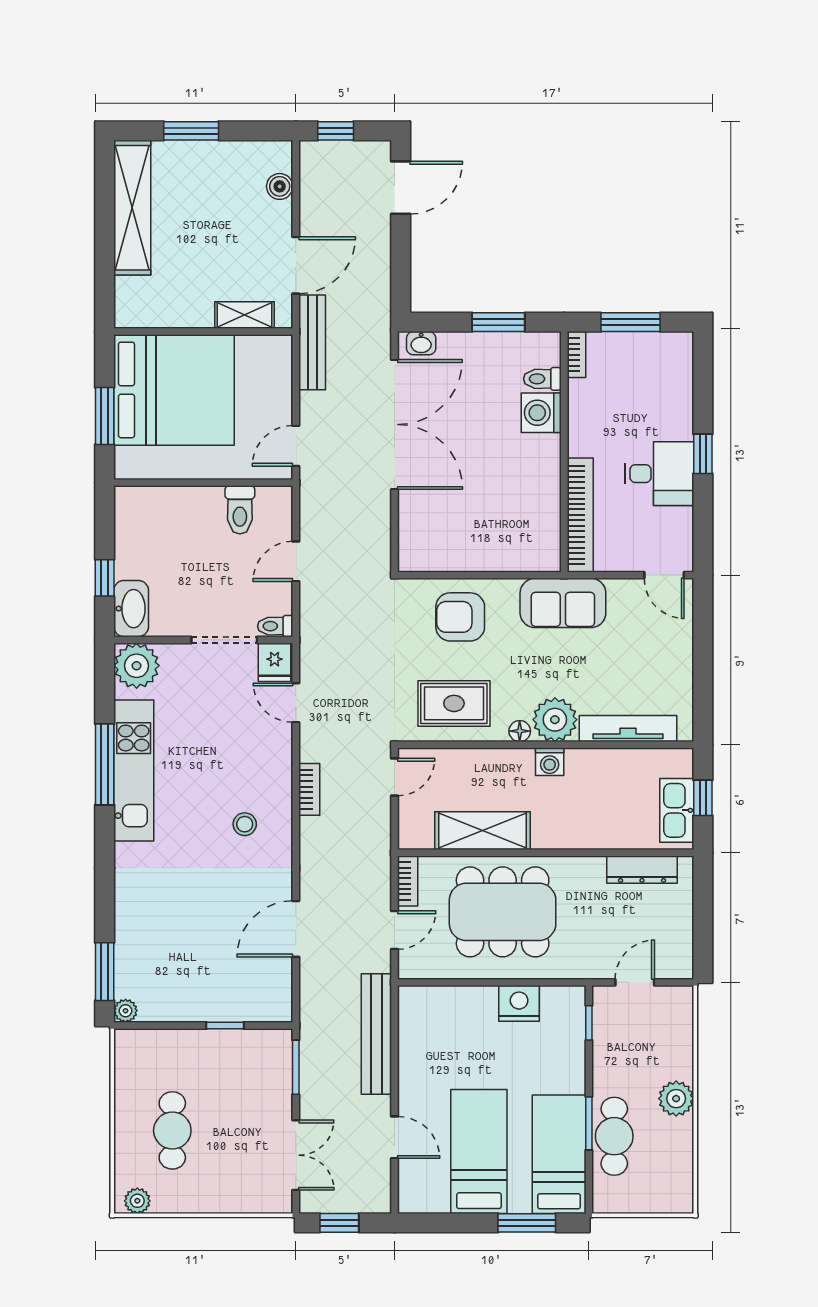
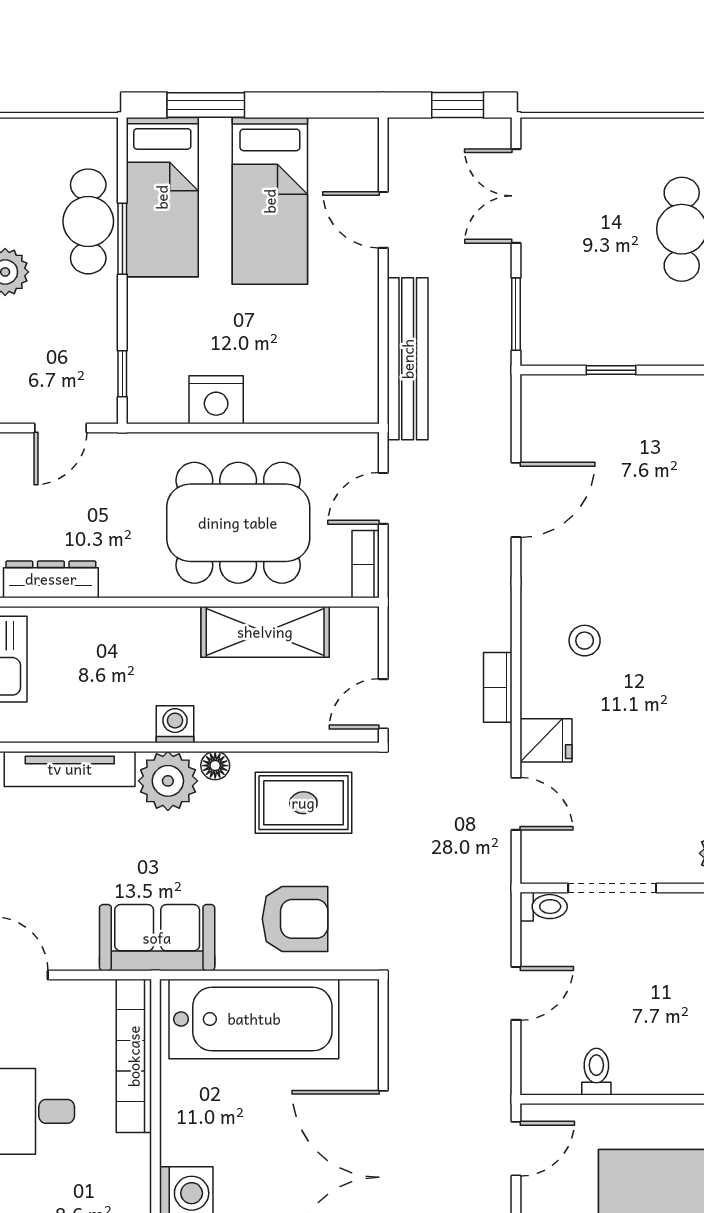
toilet: (240, 510) -> (596, 1072), width x0.73, depth x0.72
bathtub: (491, 542) -> (254, 1019), added
fridge: (275, 662) -> (546, 740), moved, turned 90

